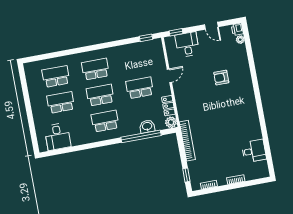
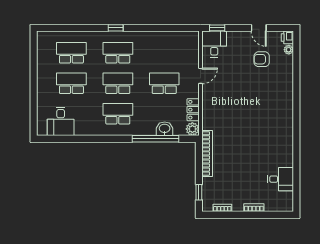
window: (146, 38) -> (116, 28), moved
desk: (187, 44) -> (214, 44), moved
armchair: (221, 78) -> (262, 59), moved

